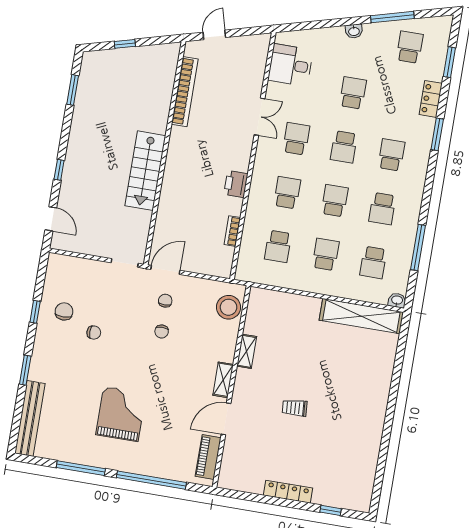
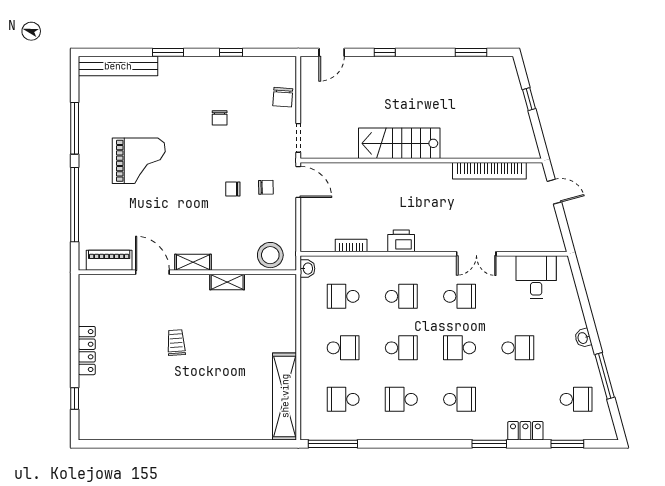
window: (418, 248) -> (333, 444), moved
washbasin: (397, 300) -> (307, 269), moved
chair: (64, 311) -> (283, 97), moved, turned 94

